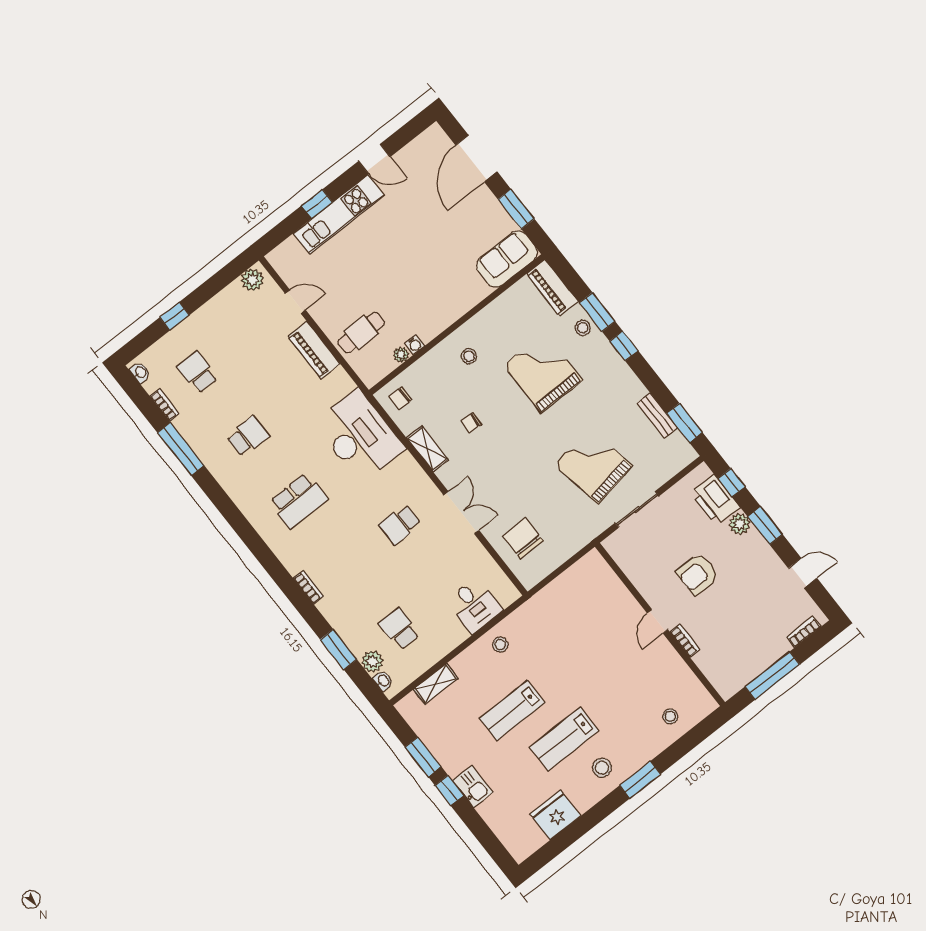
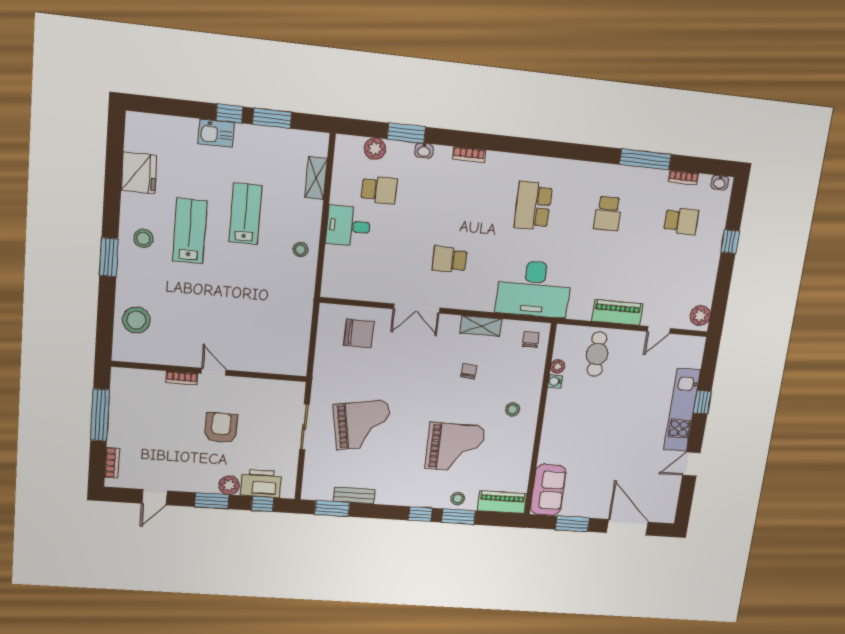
school desk: (400, 524) -> (449, 259), turned -90
desk: (474, 606) -> (348, 226), moved
washbasin: (383, 681) -> (424, 151), moved
stool: (670, 716) -> (136, 320), width x1.89, depth x1.89

